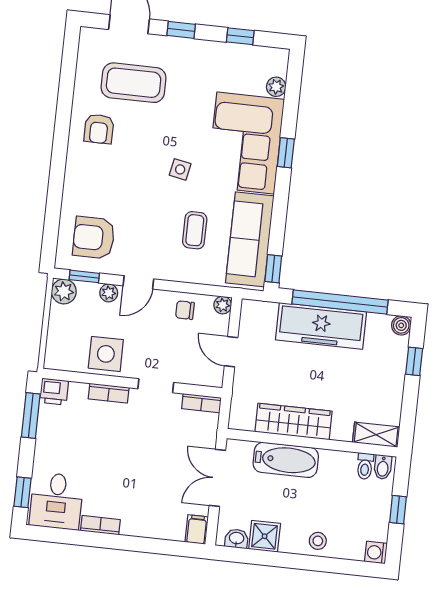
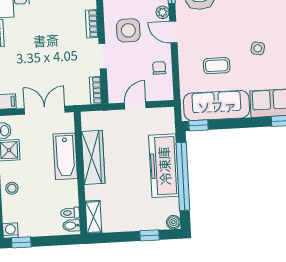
plant: (223, 305) -> (167, 94), removed
side table: (106, 354) -> (128, 30), moved
window: (398, 510) -> (21, 242), moved

